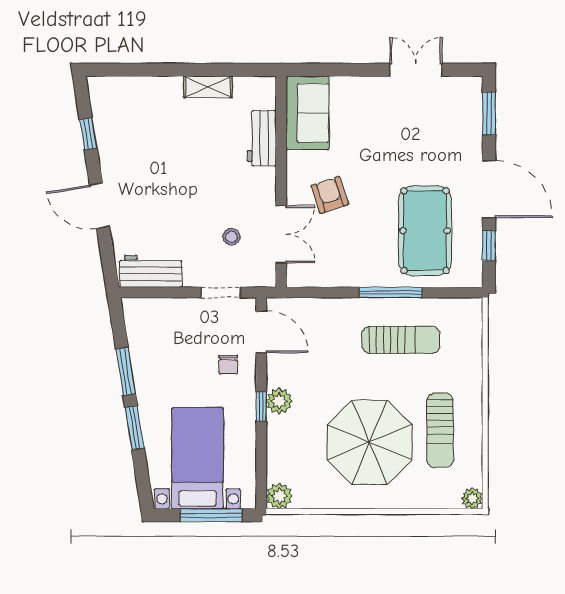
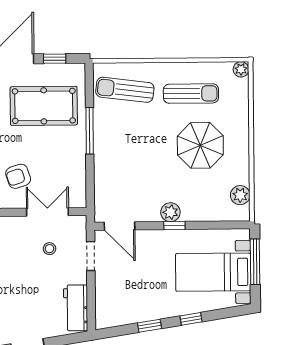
door: (261, 332) -> (119, 226), swing flipped
sun lounger: (401, 340) -> (125, 90), moved, turned -83
chair: (228, 364) -> (144, 250), removed
window: (126, 371) -> (149, 326), width x0.67
window: (135, 428) -> (191, 319), width x0.67
parasol: (370, 442) -> (200, 145), width x0.73, depth x0.73
plant: (279, 496) -> (240, 195), moved

